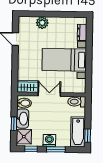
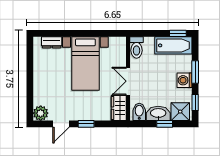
plant: (42, 23) -> (41, 113), moved
window: (15, 60) -> (86, 124), added

